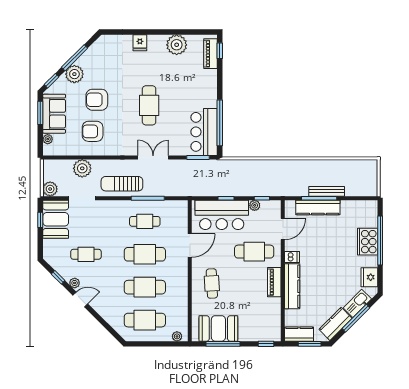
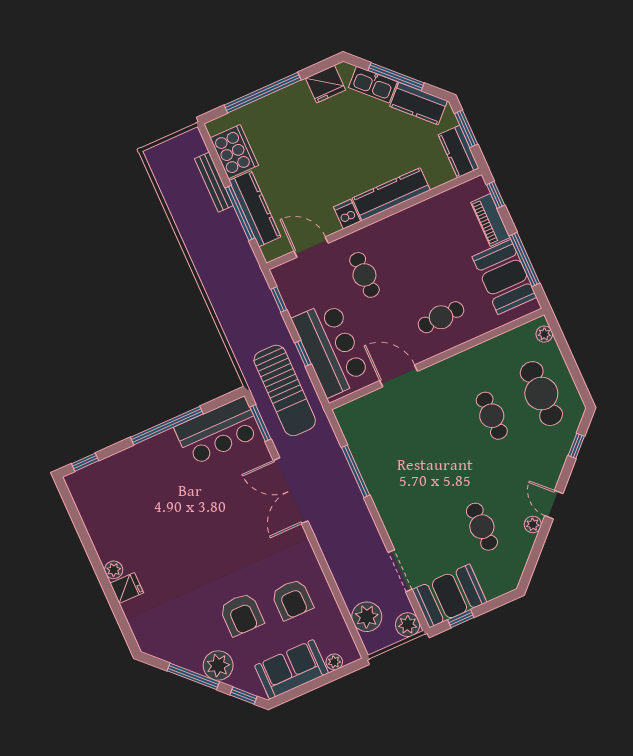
plant: (177, 45) -> (114, 570), moved, width x0.53, depth x0.53
piano: (210, 54) -> (96, 474), removed
cafe table: (149, 105) -> (215, 532), removed
window: (40, 113) -> (300, 691), removed
window: (220, 123) -> (167, 426), moved
double door: (153, 157) -> (291, 491), width x1.37
plant: (82, 168) -> (367, 617), moved
sun lounger: (122, 184) -> (285, 390), moved, width x1.36, depth x1.34
bench: (327, 191) -> (214, 182), moved
plant: (255, 205) -> (294, 305), removed
cafe table: (145, 221) -> (393, 460), removed
cooker: (368, 242) -> (234, 152), moved, turned -90
cafe table: (254, 252) -> (364, 275), width x0.73, depth x0.74
cafe table: (145, 254) -> (442, 438), removed
window: (58, 277) -> (576, 446), moved
piano: (274, 282) -> (490, 220), moved, turned 90
cafe table: (145, 287) -> (492, 416), width x0.73, depth x0.74

